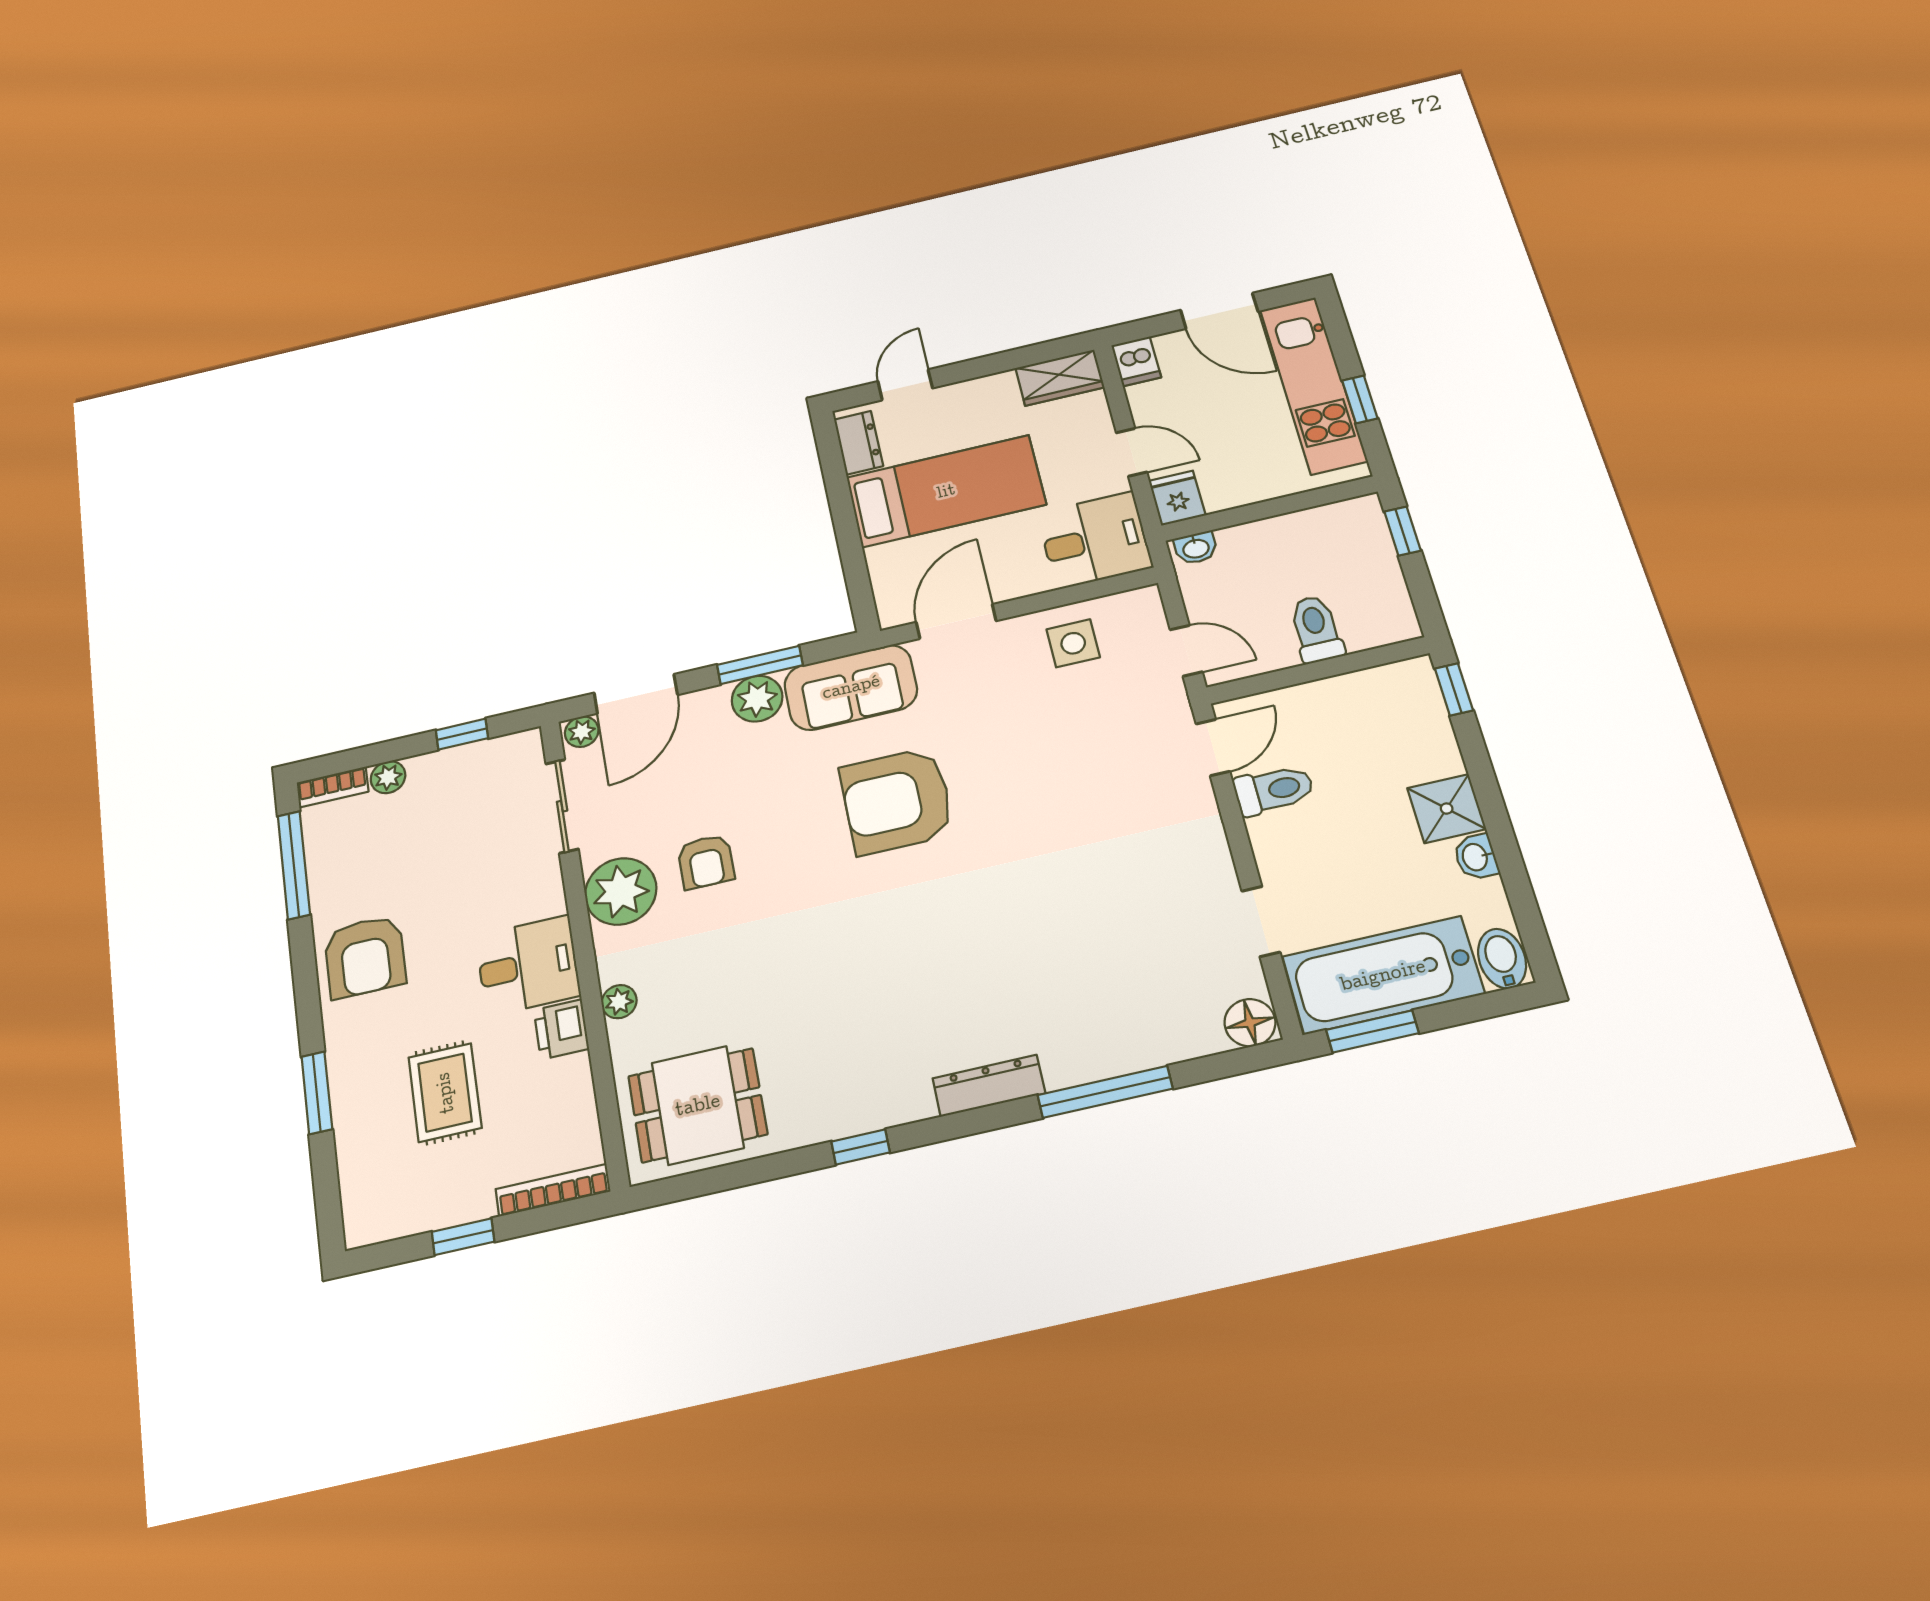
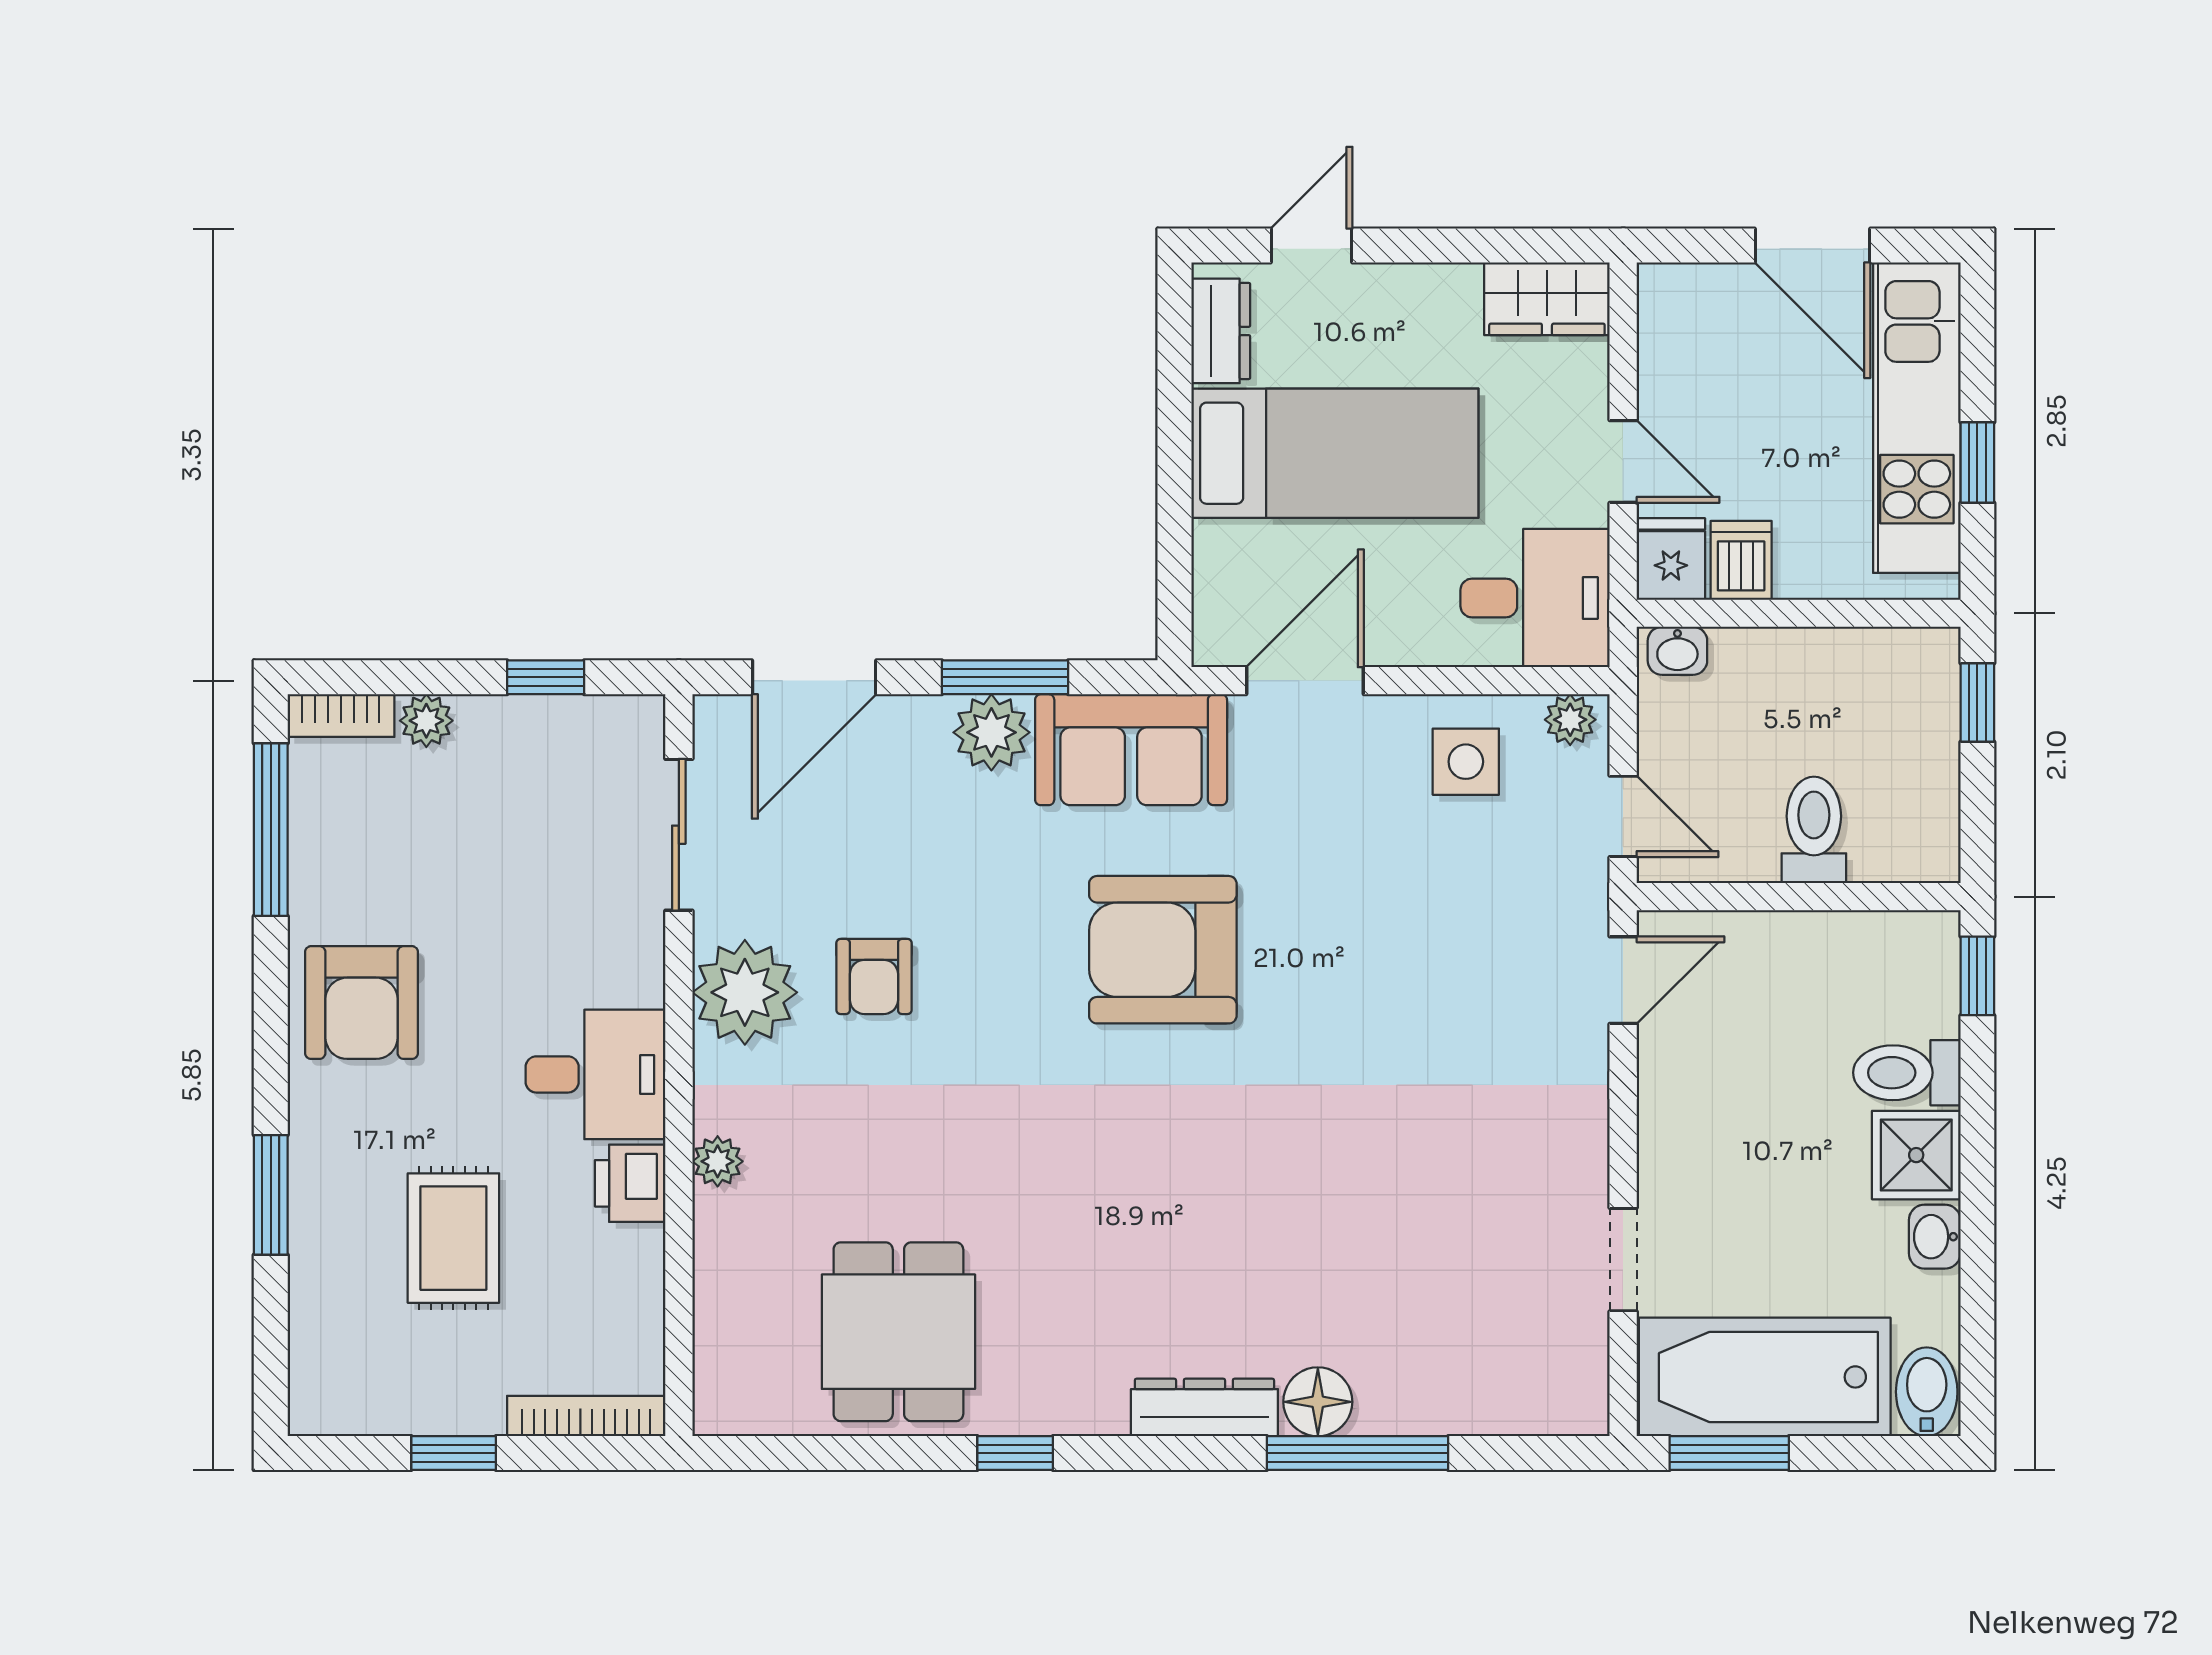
dishwasher: (1136, 361) -> (1741, 560), moved, turned 180
plant: (582, 732) -> (1570, 720), moved
toilet: (1274, 790) -> (1907, 1073), moved, turned 180
floor lamp: (1250, 1023) -> (1318, 1402), moved
dining table: (698, 1105) -> (898, 1332), moved, turned 90

